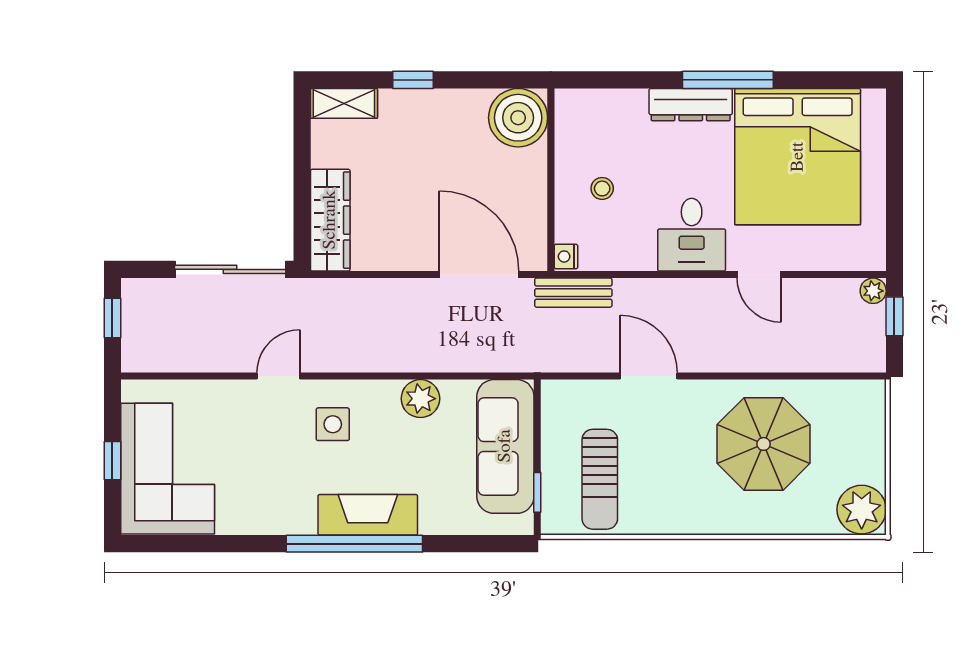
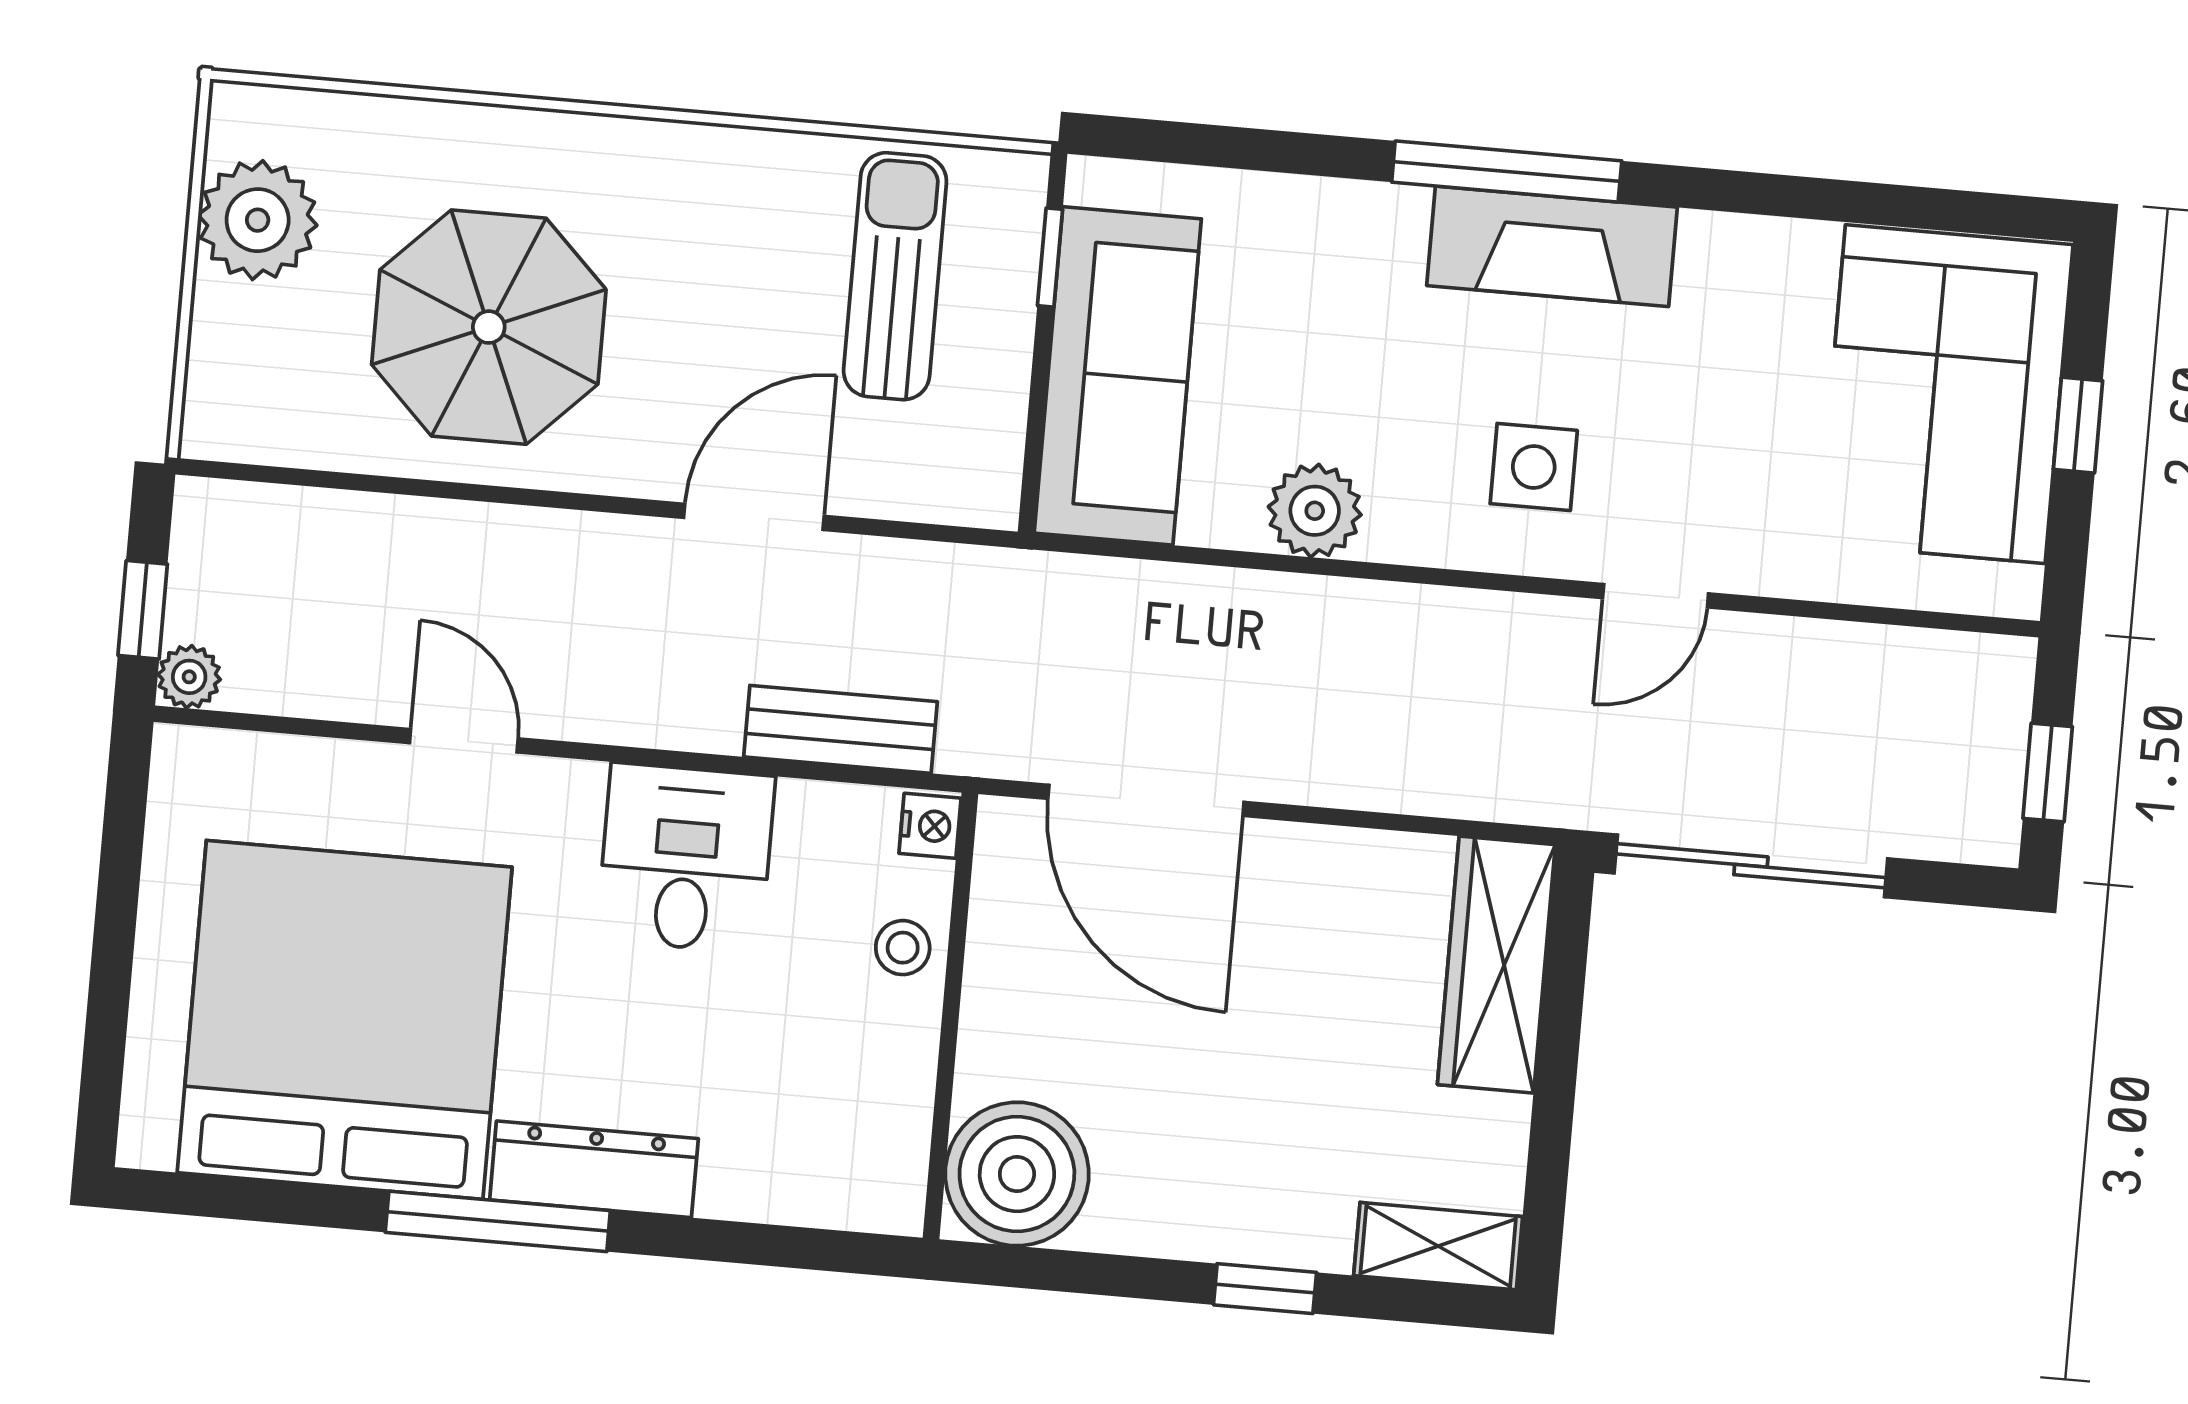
stool: (602, 188) -> (903, 948), moved
desk: (692, 235) -> (686, 858), moved
bench: (573, 293) -> (841, 729), moved
door: (649, 376) -> (754, 517), swing flipped
plant: (862, 510) -> (258, 220), moved
fireplace: (368, 515) -> (1552, 246), moved
window: (354, 544) -> (1507, 172), width x0.68

